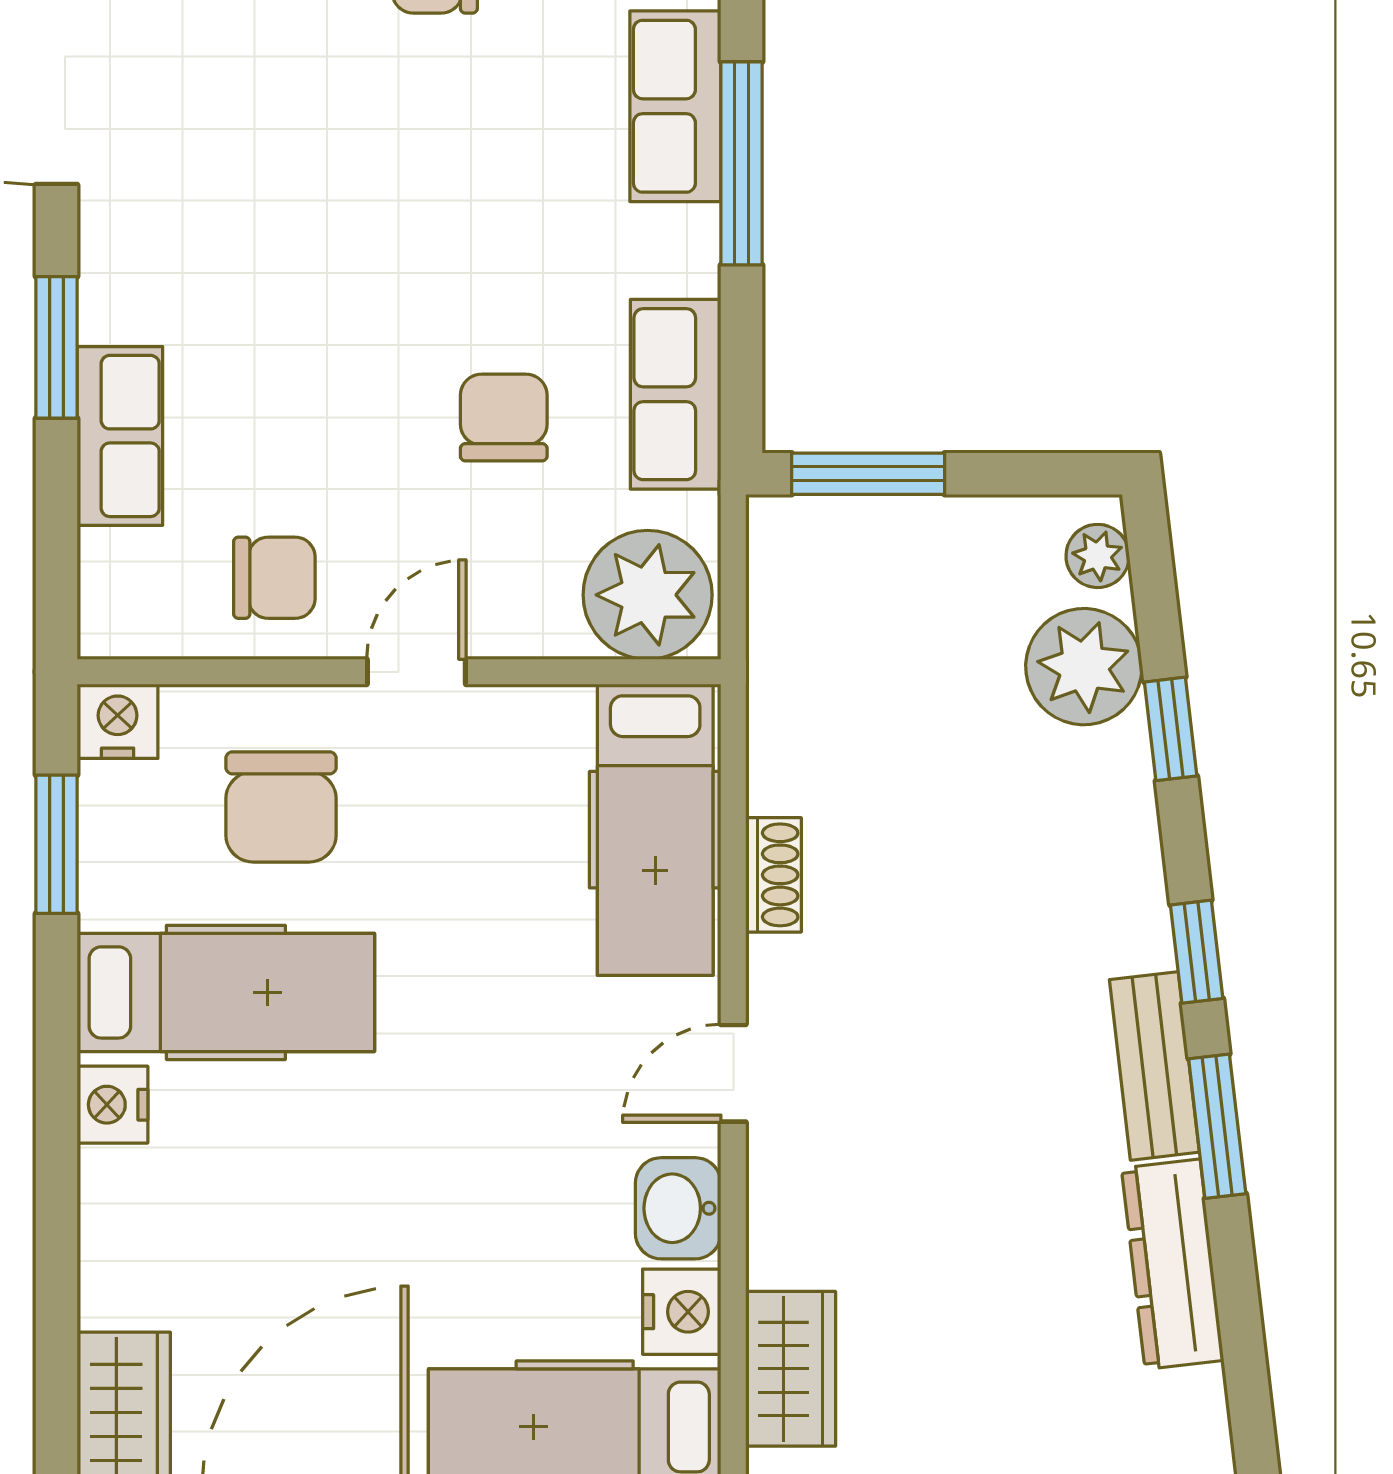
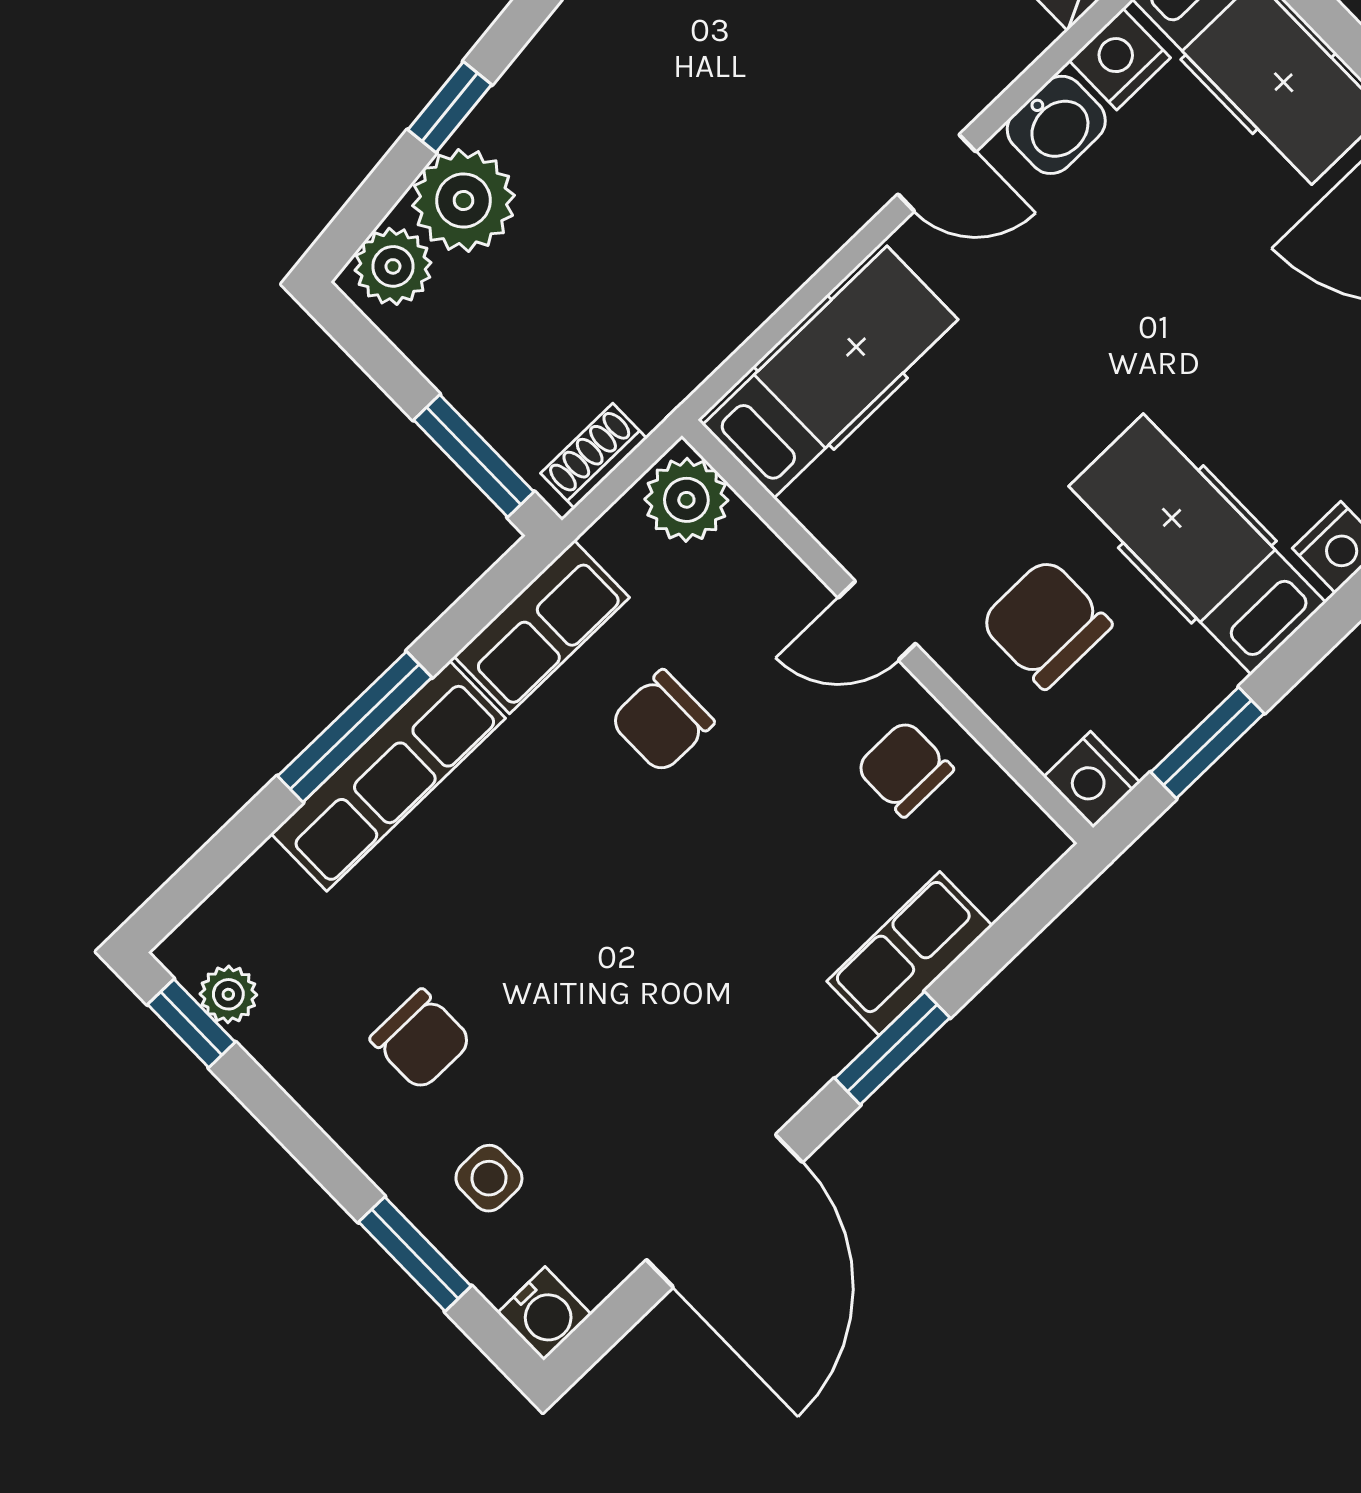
row of seats: (675, 106) -> (388, 776), width x1.48
plant: (1098, 556) -> (393, 266), width x1.38, depth x1.38
plant: (648, 595) -> (686, 500), width x0.73, depth x0.73
chair: (281, 807) -> (1046, 623), turned -90
shoe rack: (774, 875) -> (594, 456), moved

